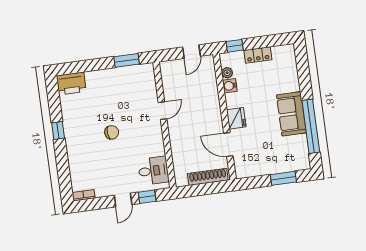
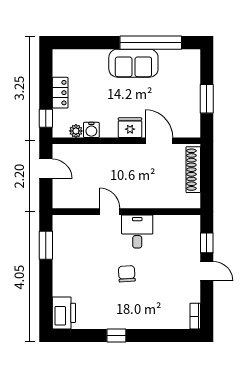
door: (228, 144) -> (159, 141), swing flipped
desk: (153, 171) -> (137, 231), moved
window: (283, 178) -> (207, 99), moved

